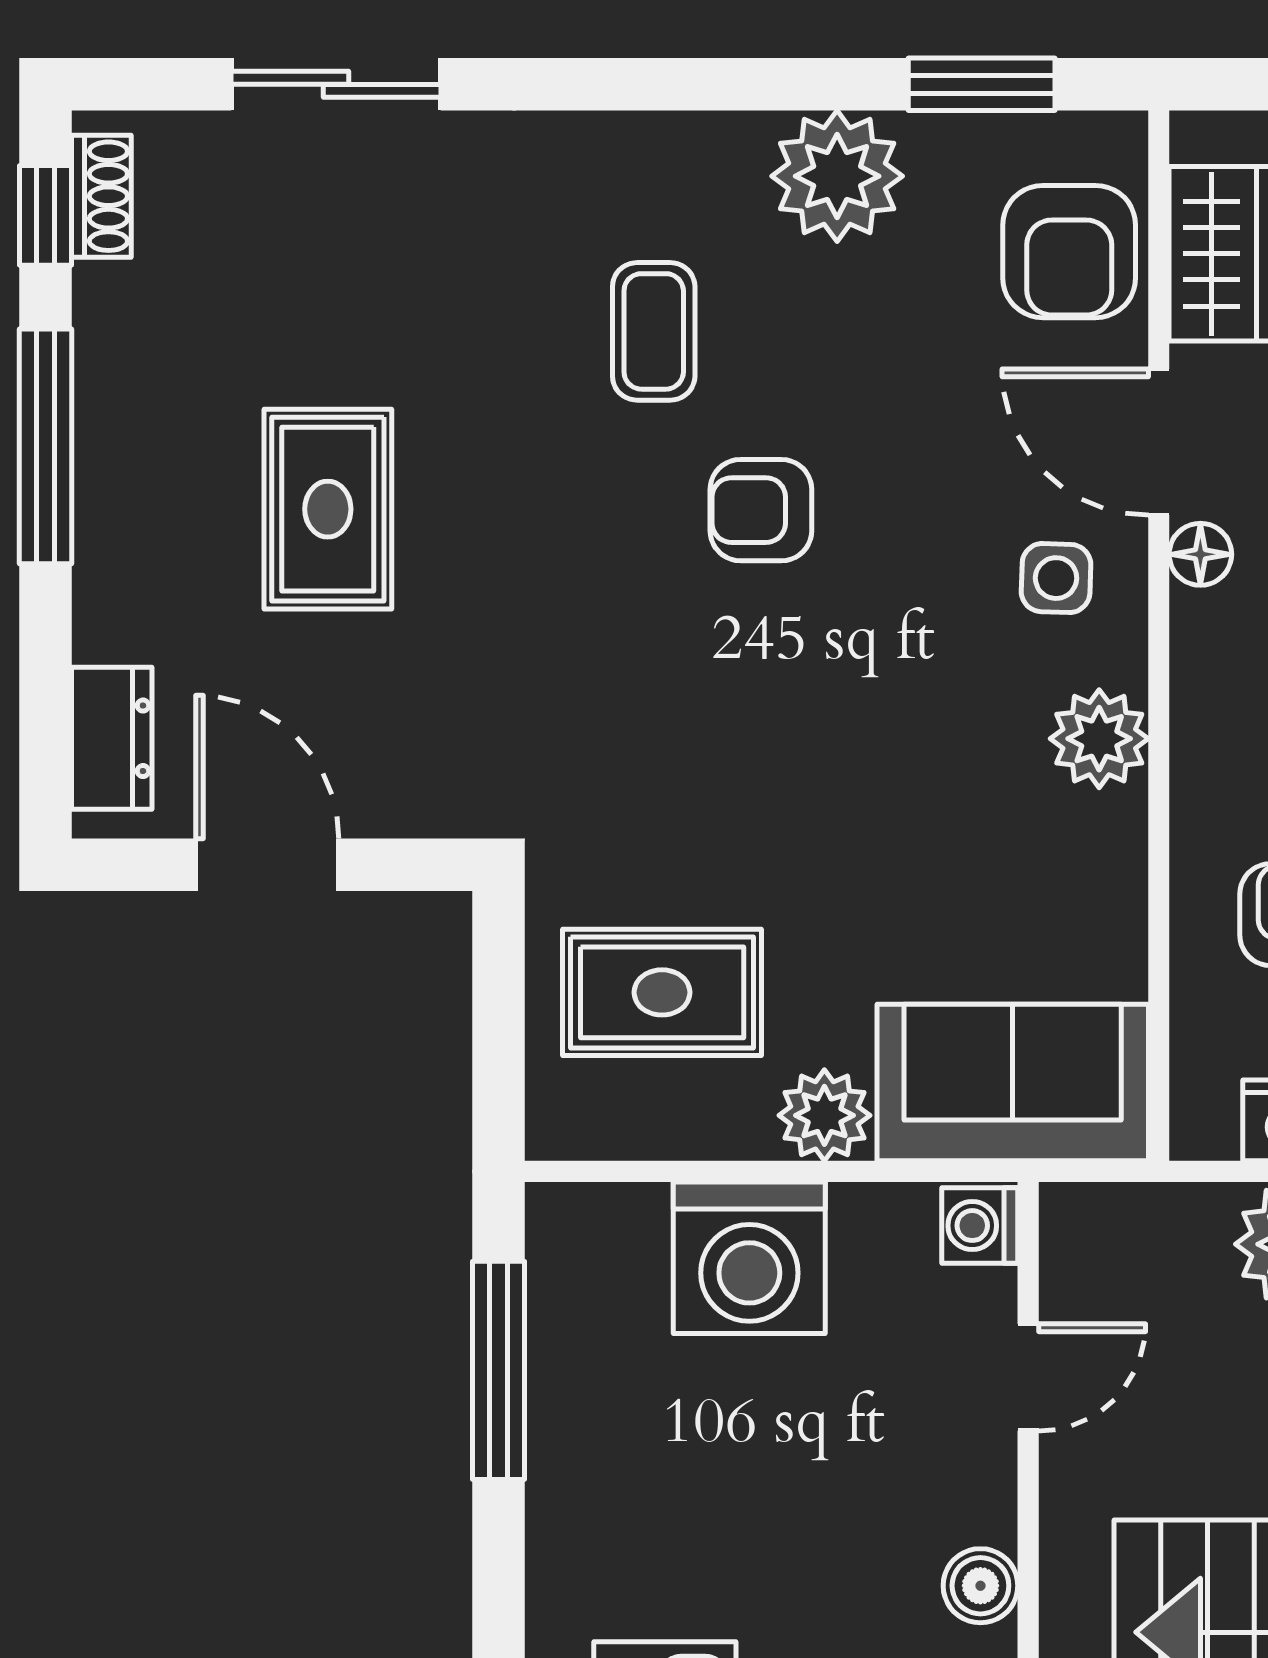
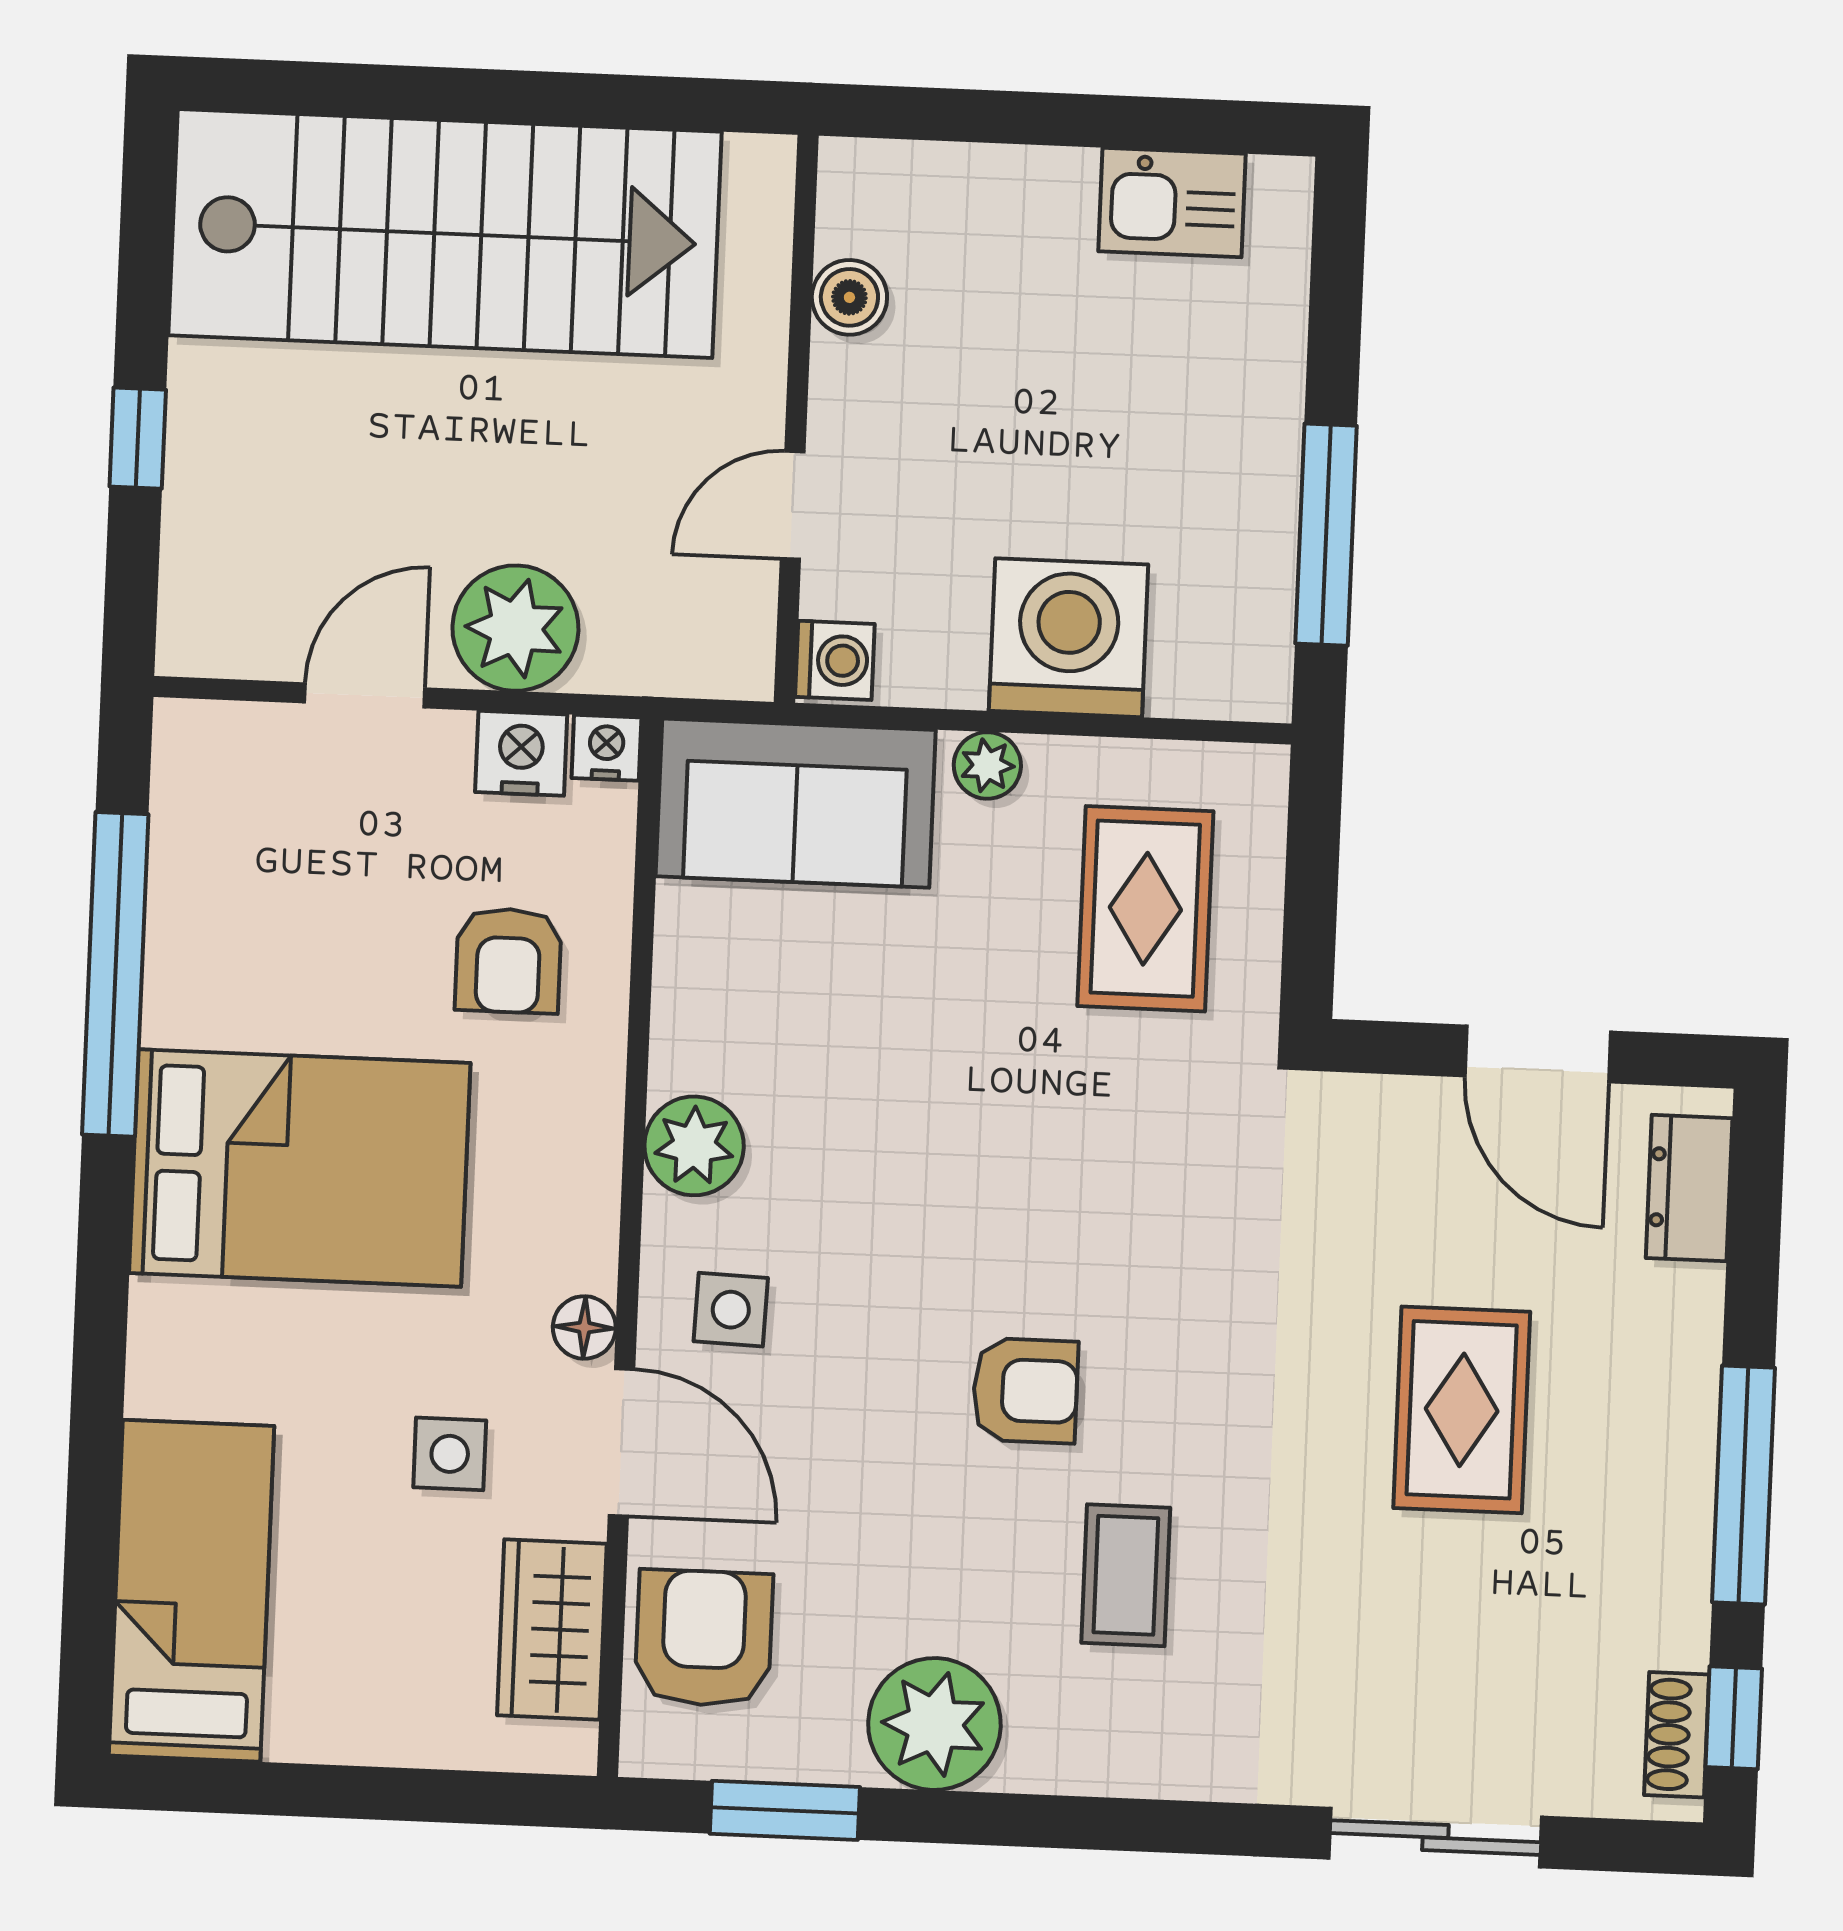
rug: (662, 992) -> (1145, 909), turned 90
plant: (824, 1115) -> (987, 765), width x0.73, depth x0.73
nightstand: (1203, 1129) -> (606, 748), added

